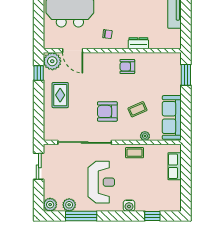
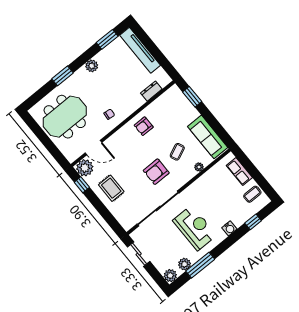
dresser: (138, 43) -> (151, 91), moved
coffee table: (135, 153) -> (252, 194), moved

